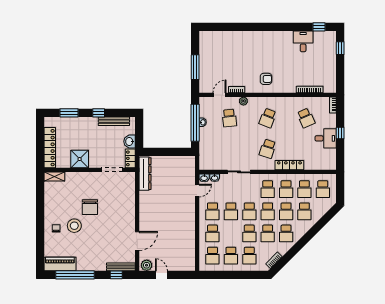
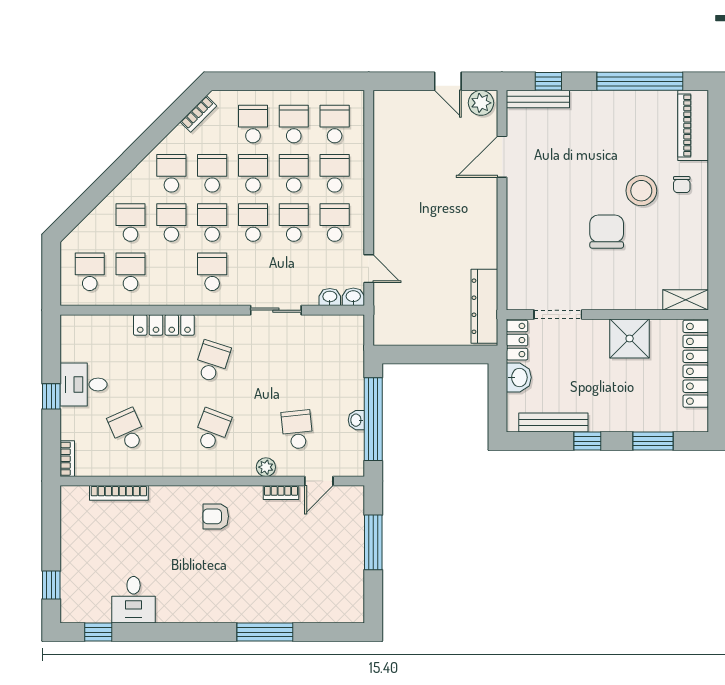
window: (244, 27) -> (265, 632), added
school desk: (286, 189) -> (294, 173), moved
door: (197, 191) -> (369, 269), swing flipped
piano: (60, 264) -> (693, 125), moved, turned 90

